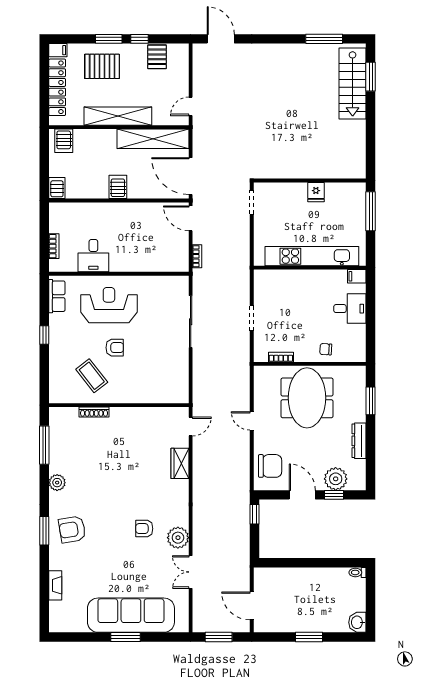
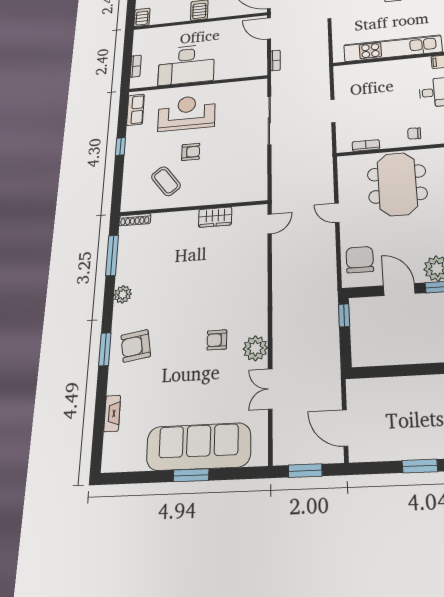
desk: (93, 256) -> (186, 65), width x1.87, depth x1.30
shoe rack: (94, 412) -> (135, 220), moved
wardrobe: (180, 463) -> (215, 217), moved, turned -90
chair: (270, 466) -> (360, 260), turned -90

